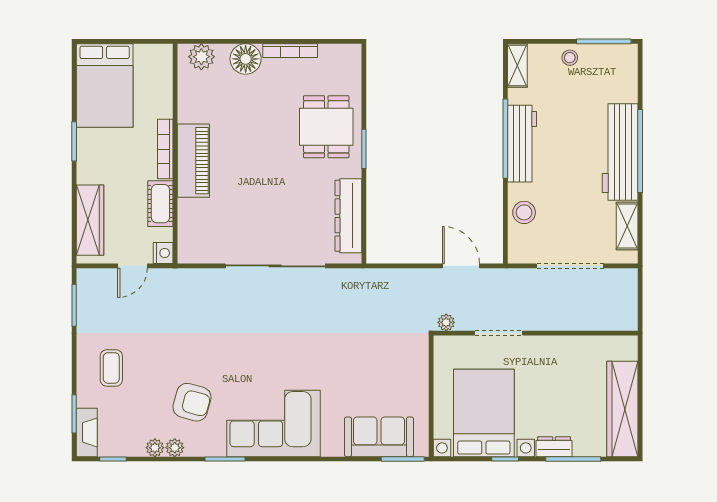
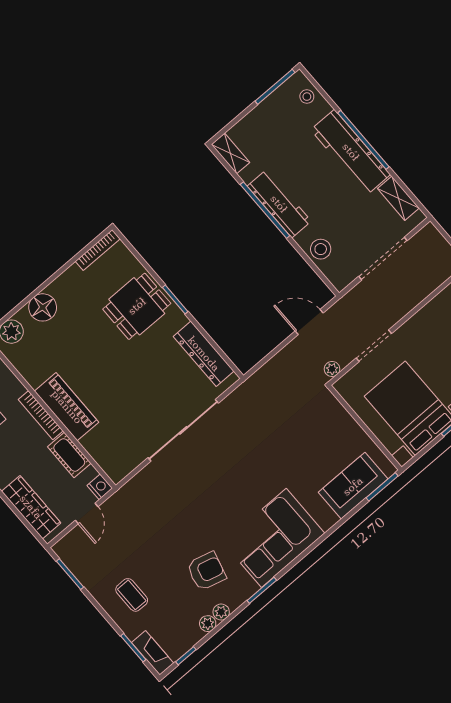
bookcase: (290, 51) -> (98, 250), moved
stool: (570, 58) -> (307, 97), moved
dining table: (326, 127) -> (137, 306), turned 90

